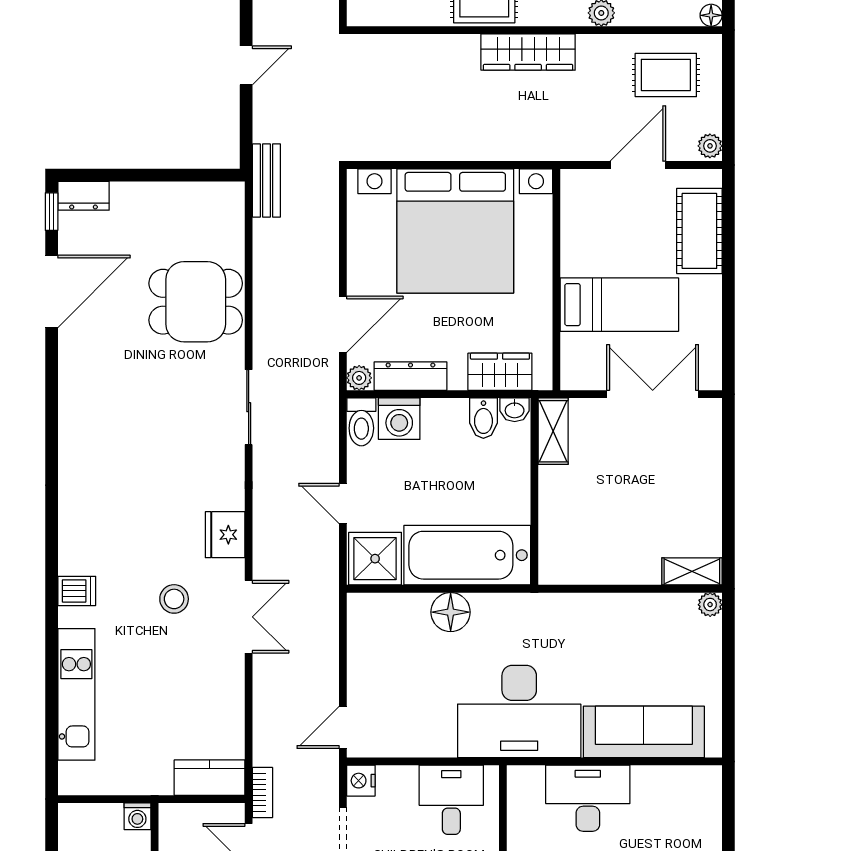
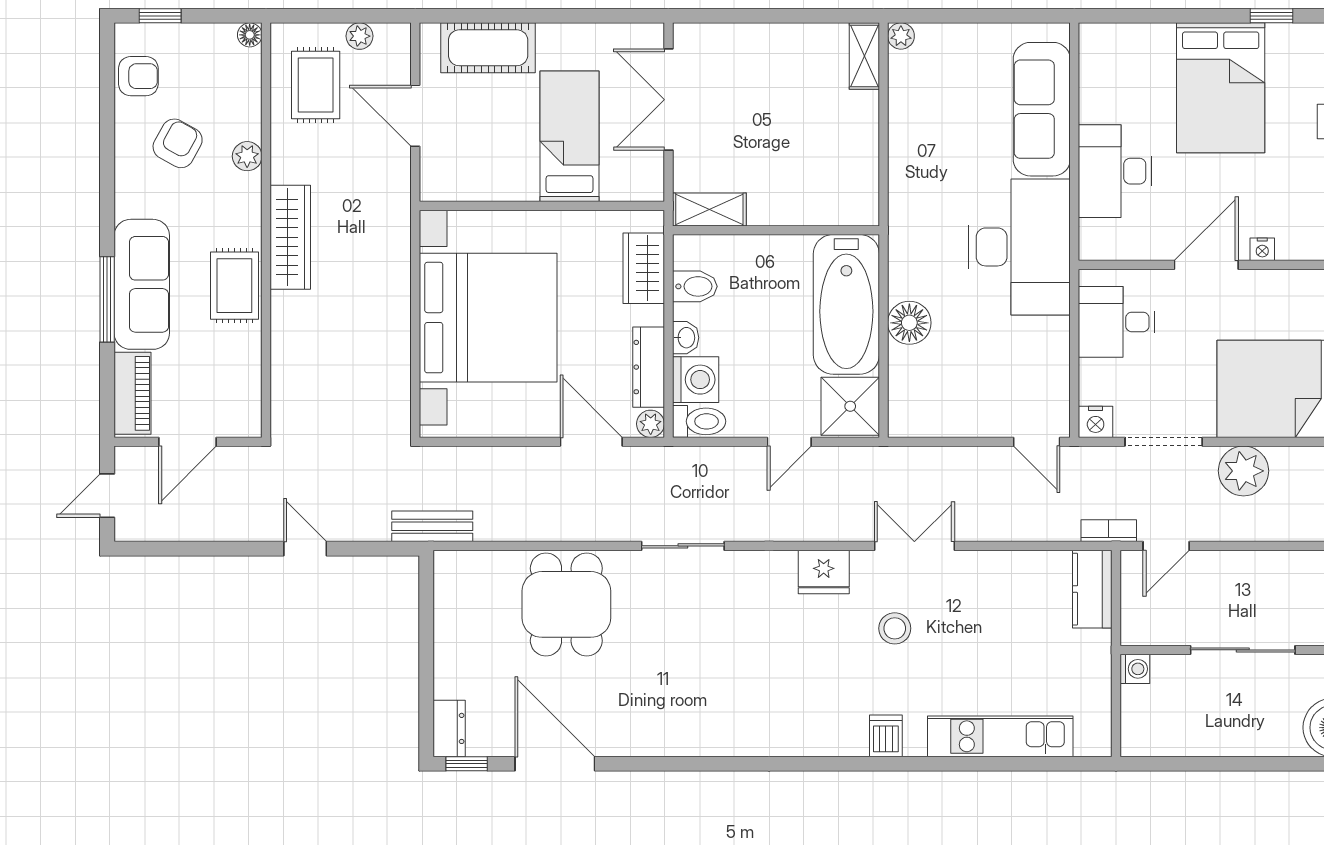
plant: (710, 146) -> (360, 36), moved
washbasin: (515, 410) -> (686, 338), moved

